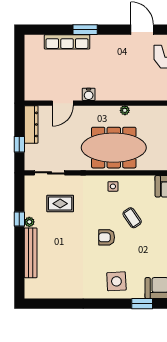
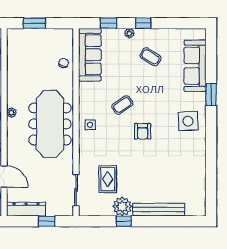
plant: (29, 222) -> (122, 207), width x1.88, depth x1.88

